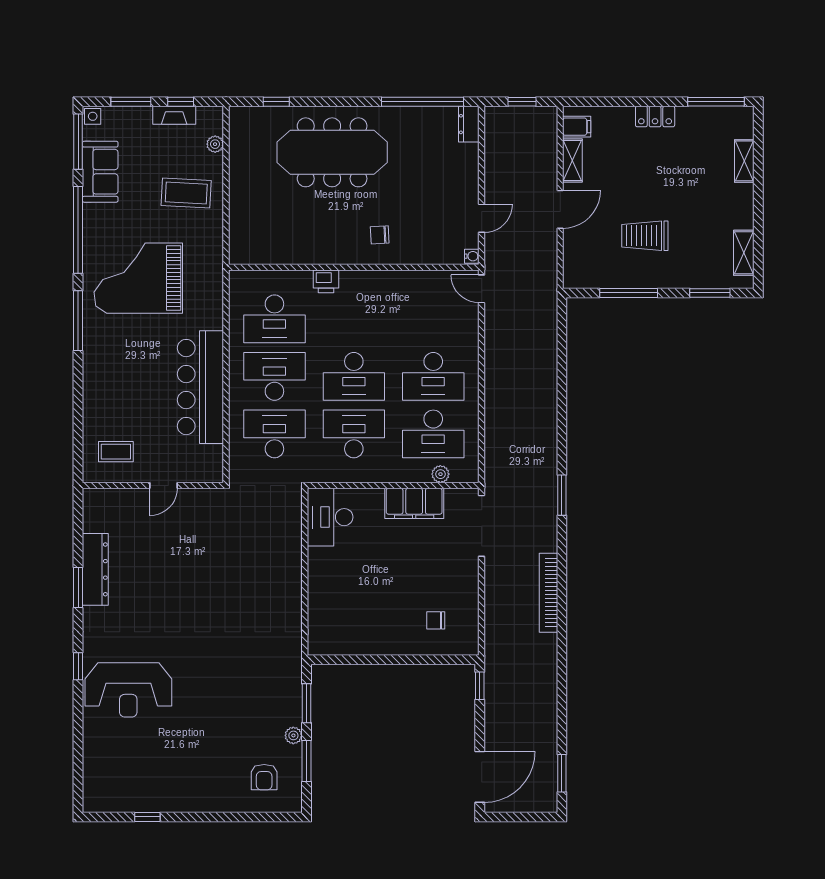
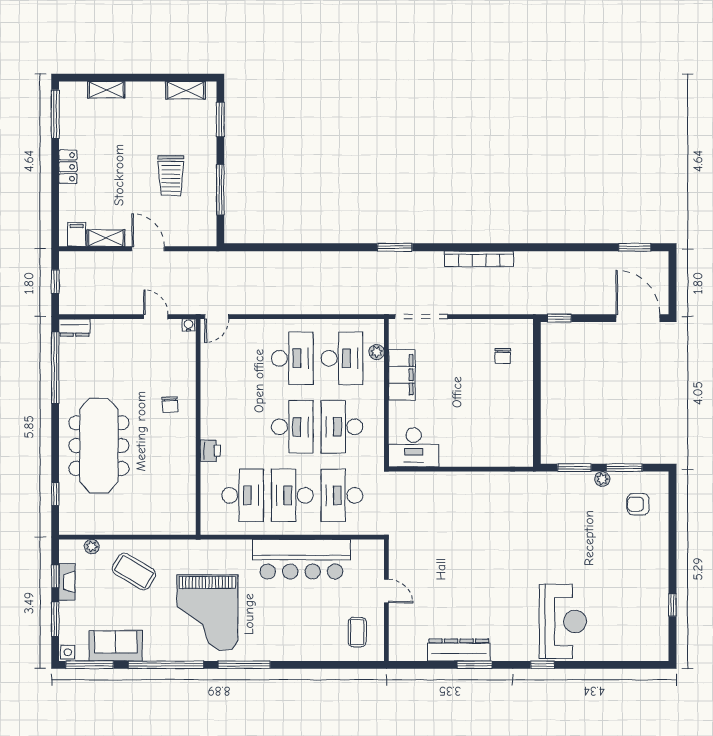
coffee table: (186, 193) -> (134, 572), turned -62
armchair: (264, 777) -> (638, 504), turned 180

